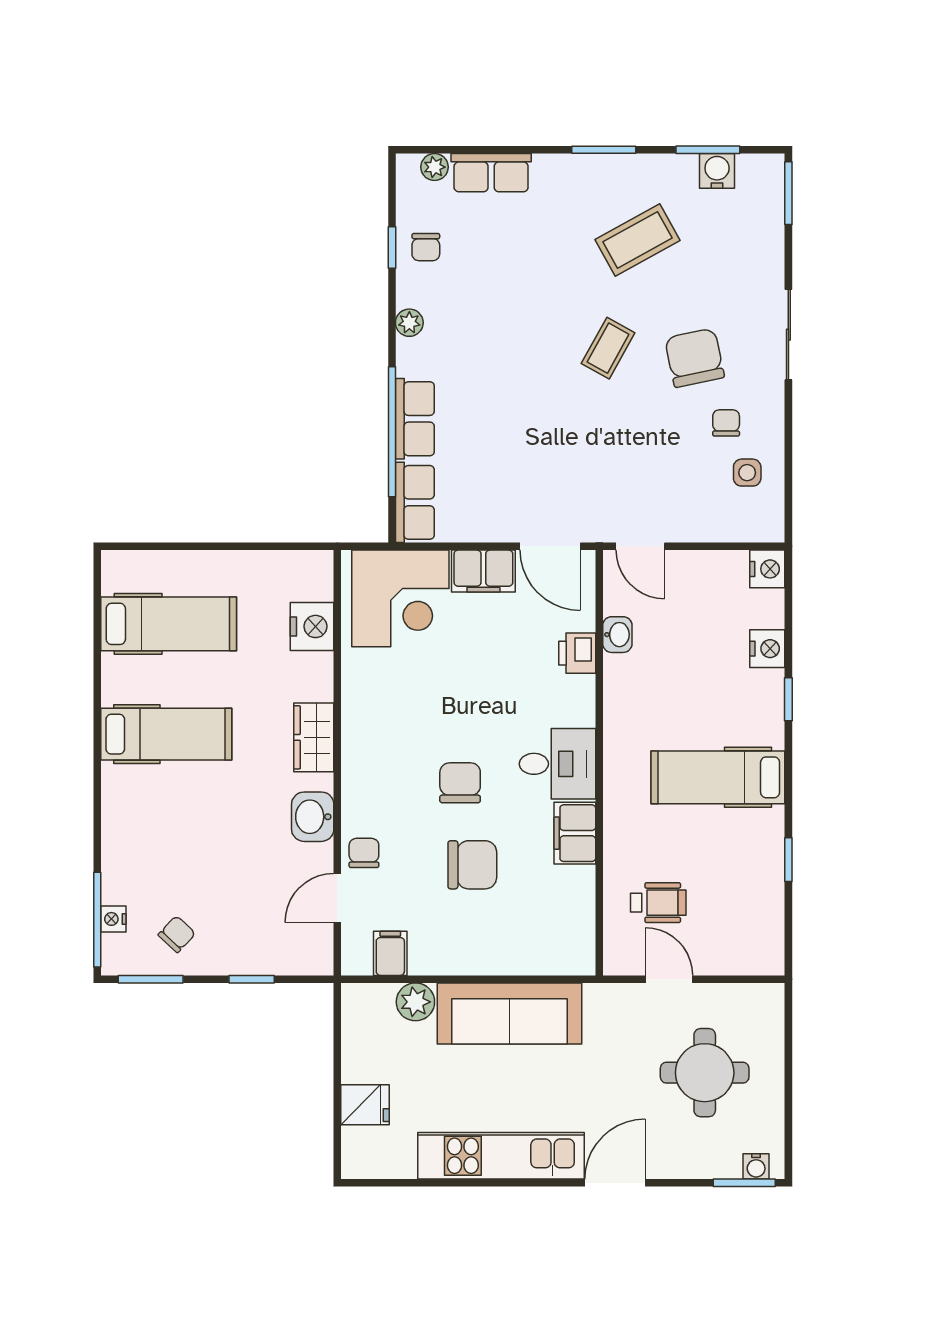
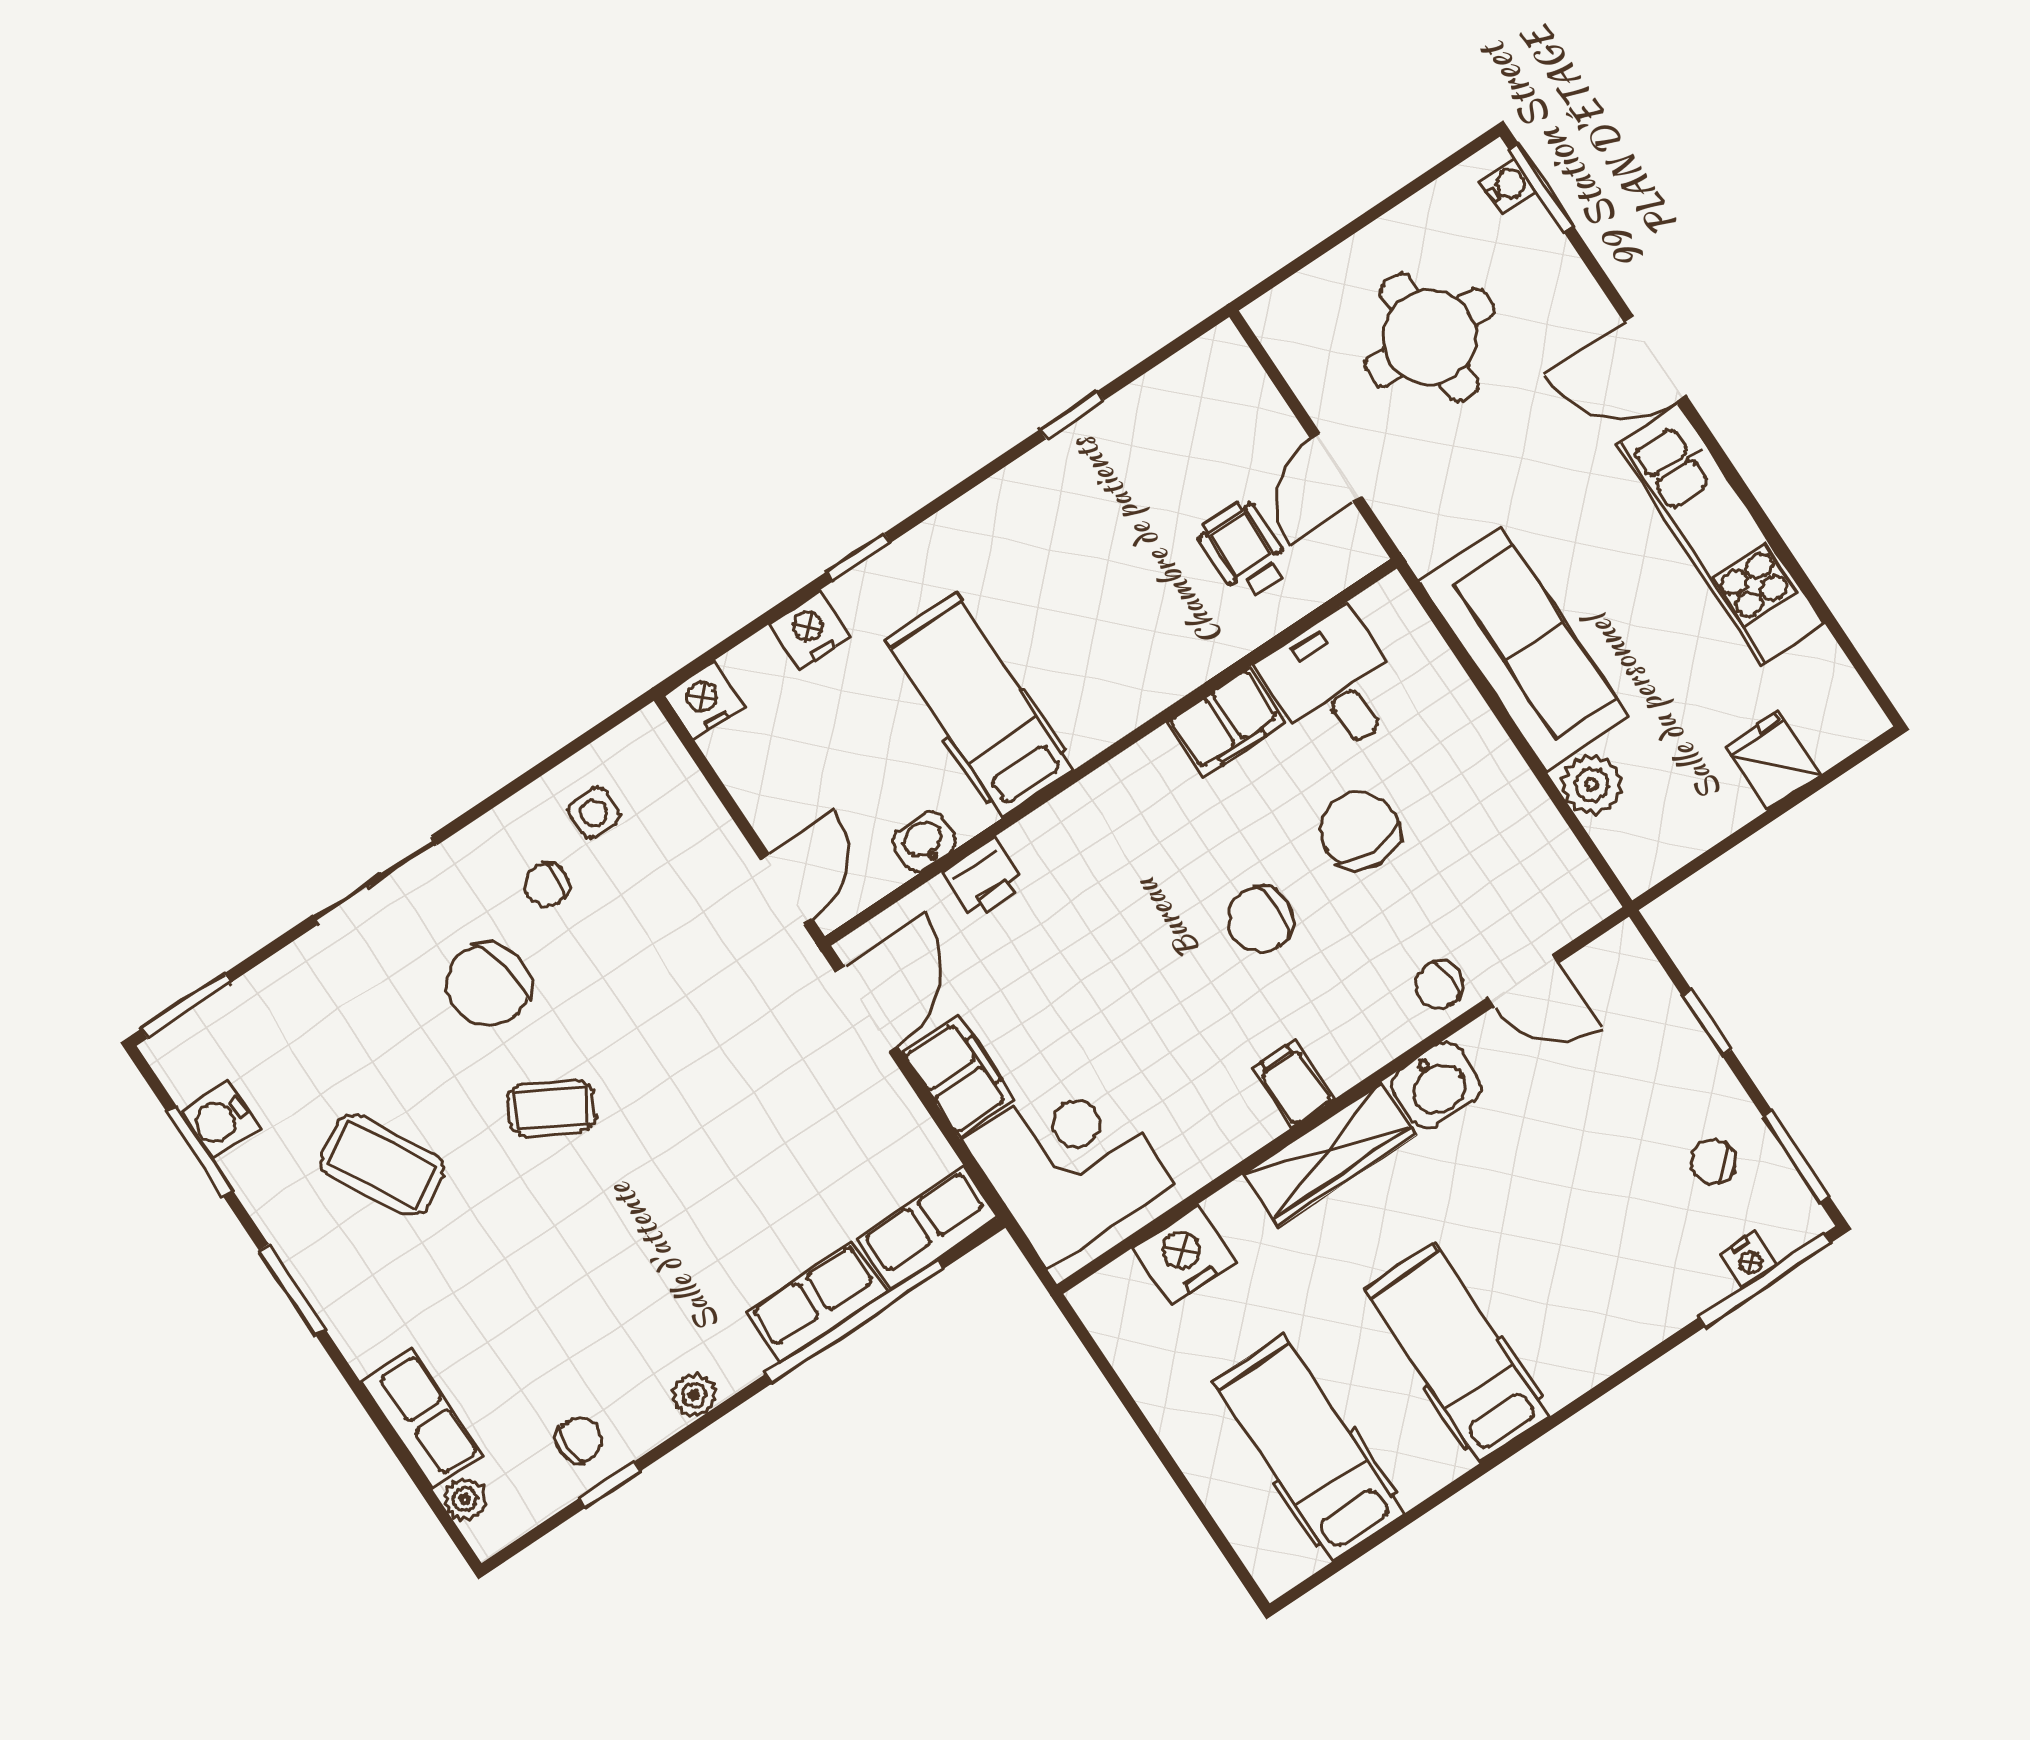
wardrobe: (314, 737) -> (1330, 1154), width x1.50
desk: (557, 764) -> (1333, 684), moved
hospital bed: (718, 777) -> (979, 705), moved, turned 180
filing cabinet: (390, 953) -> (1294, 1084), moved, turned 90

